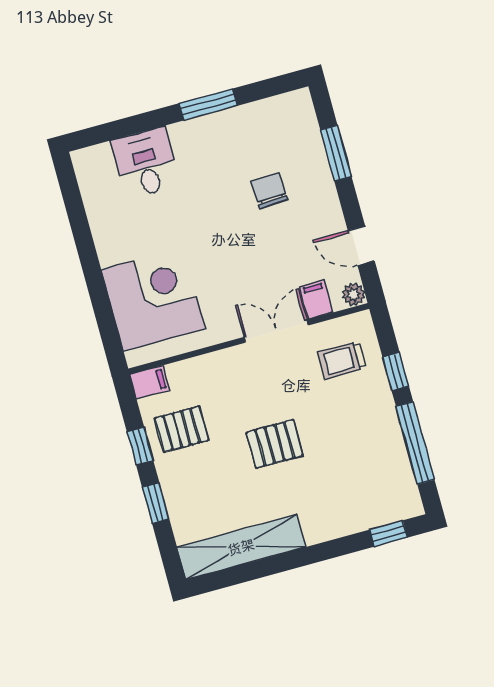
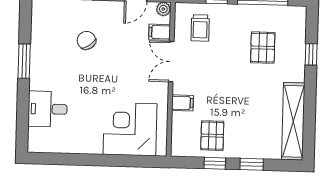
chair: (269, 191) -> (86, 40), turned 58
filing cabinet: (149, 382) -> (182, 103), moved, turned 90
pallet: (275, 444) -> (263, 48), moved
window: (388, 534) -> (311, 54), moved

